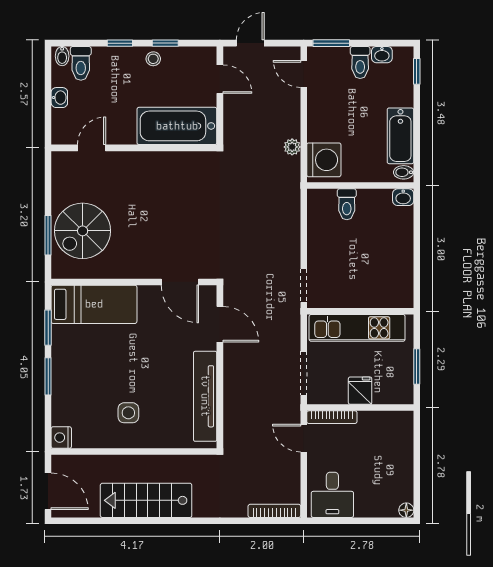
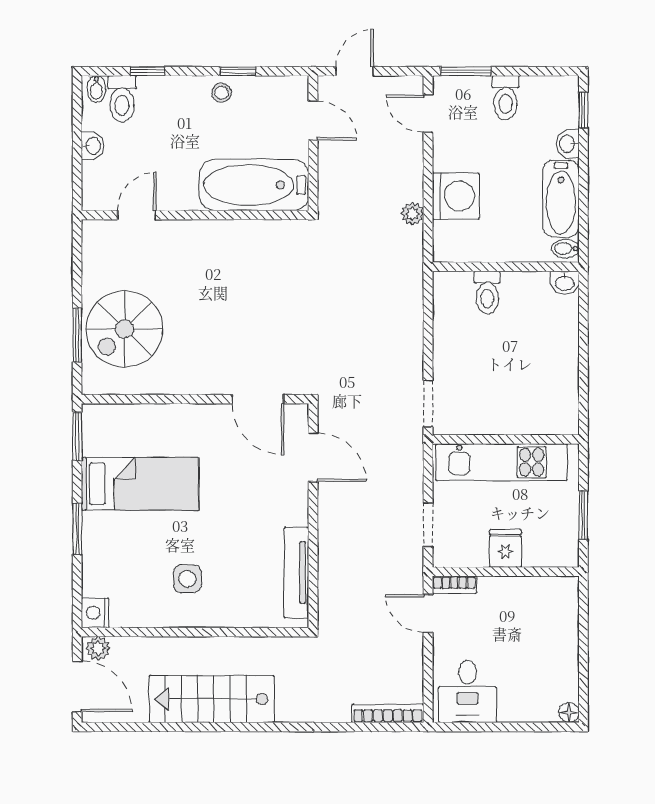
window: (120, 43) -> (147, 71), moved
washbasin: (382, 55) -> (568, 144), moved, turned 90
washing machine: (324, 160) -> (456, 196), moved
bed: (94, 304) -> (140, 484), moved
window: (48, 328) -> (77, 436), moved
doorway: (304, 373) -> (428, 525), width x0.73
tv unit: (205, 396) -> (296, 573), width x0.73, depth x0.78
bookcase: (332, 417) -> (454, 585), width x0.64
plant: (63, 463) -> (98, 648), added

